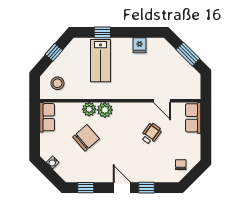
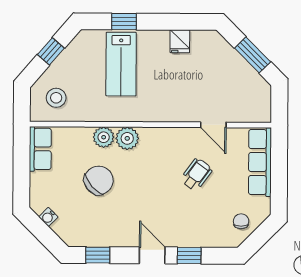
row of seats: (193, 118) -> (260, 162), width x1.48

